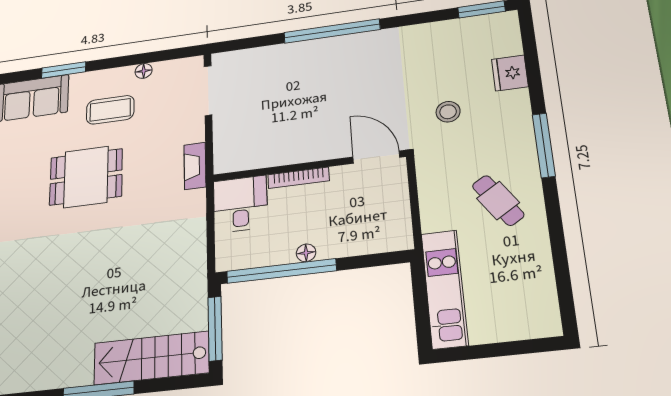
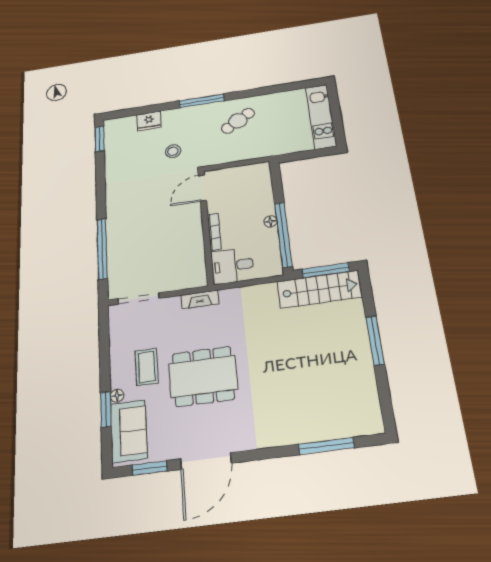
window: (332, 31) -> (102, 249), moved
floor lamp: (144, 71) -> (117, 396), moved
dining table: (86, 177) -> (203, 376), width x1.38
kitchen unit: (444, 289) -> (321, 117), moved, turned -90
stairs: (151, 358) -> (319, 289), moved, turned -90

